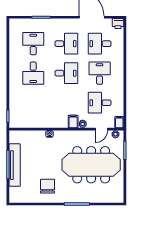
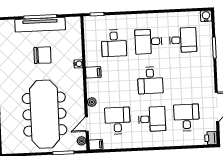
water cooler: (14, 23) -> (206, 16), added
desk: (66, 44) -> (114, 43), moved
filing cabinet: (73, 121) -> (93, 72), moved
door: (101, 129) -> (87, 124), hinge flipped
chair: (47, 186) -> (42, 55), moved

